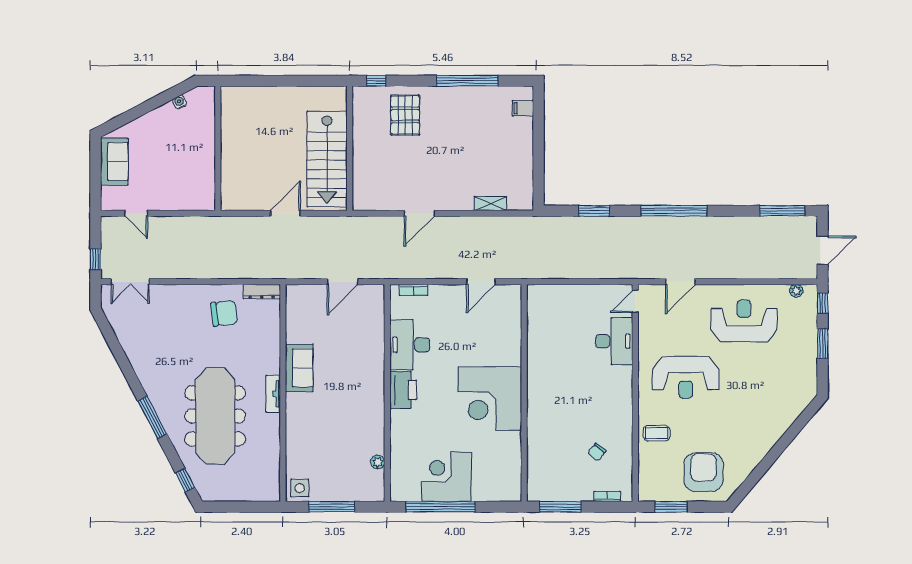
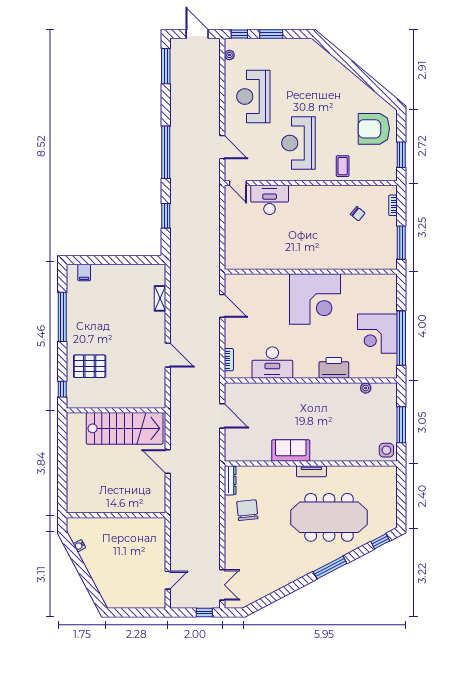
sofa: (114, 162) -> (127, 598), removed
reception desk: (686, 377) -> (298, 143), turned 180
printer: (403, 390) -> (334, 368), moved

